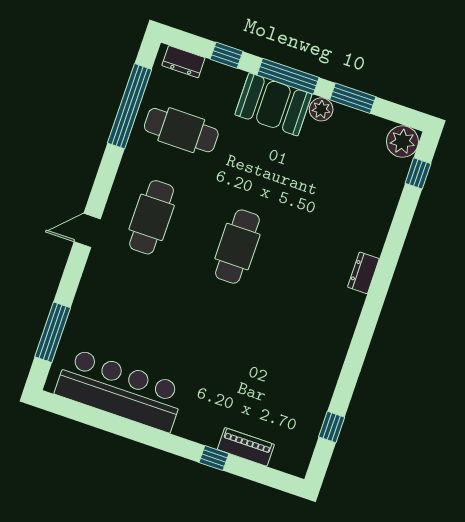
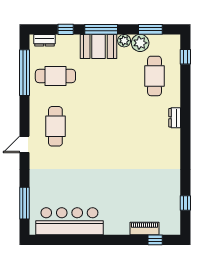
window: (353, 98) -> (150, 29), moved
plant: (402, 142) -> (140, 43), moved
cafe table: (237, 247) -> (155, 76), moved
window: (214, 458) -> (155, 240), moved

